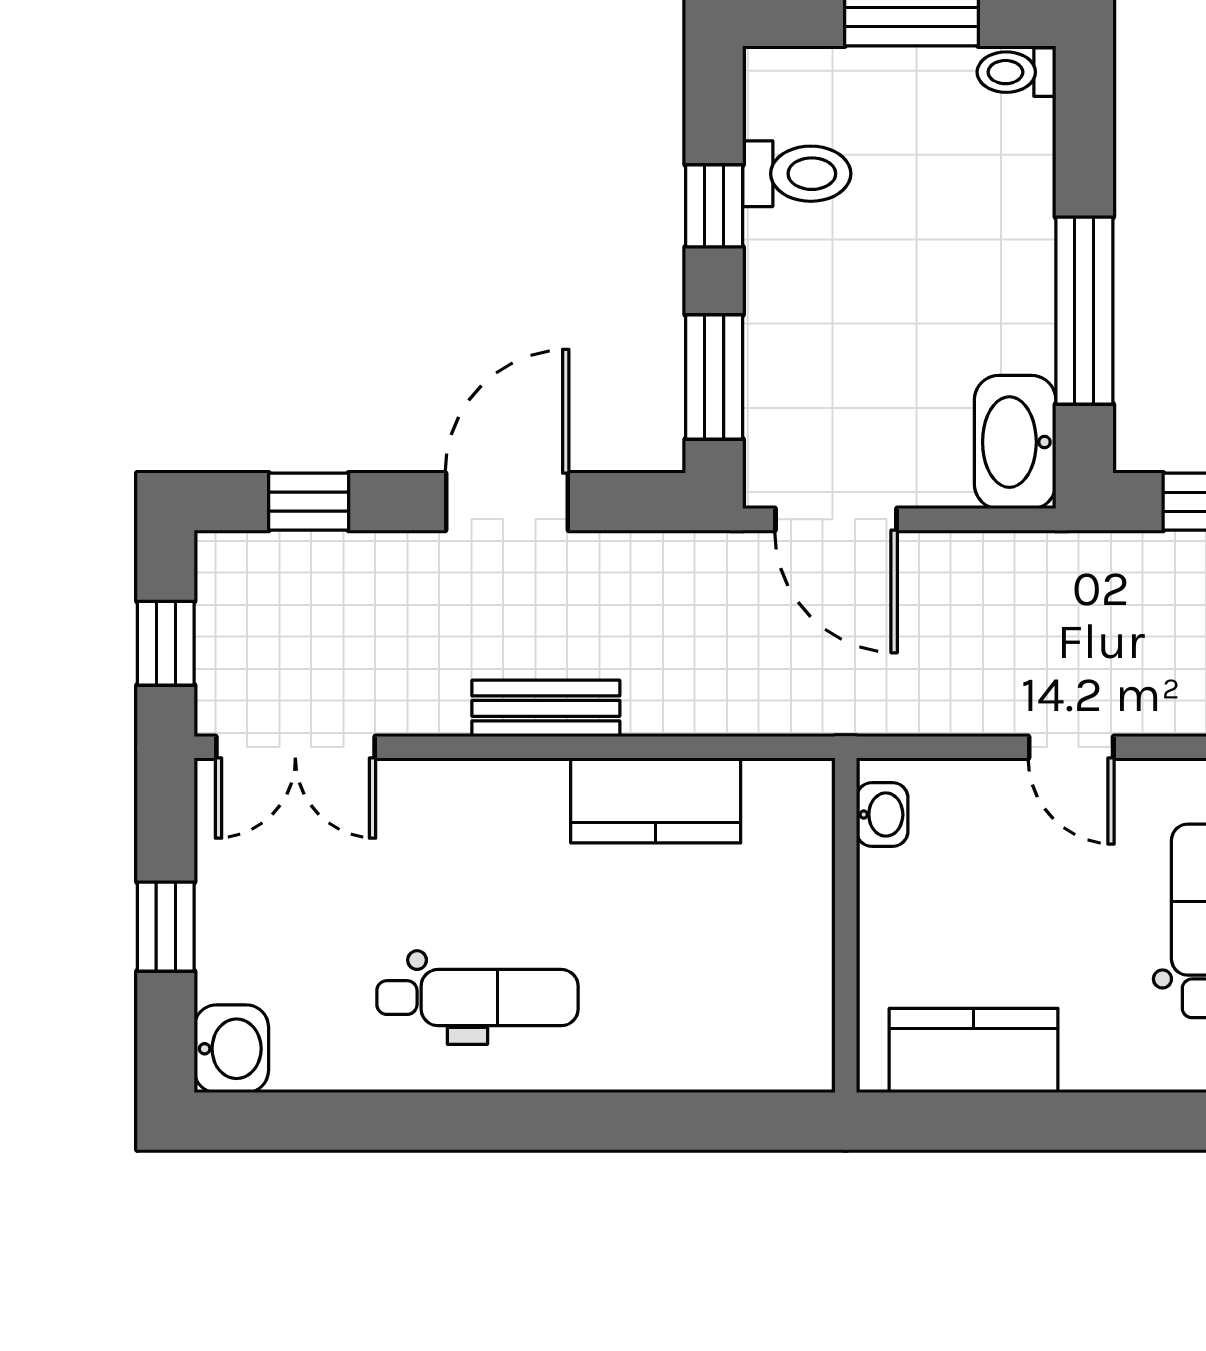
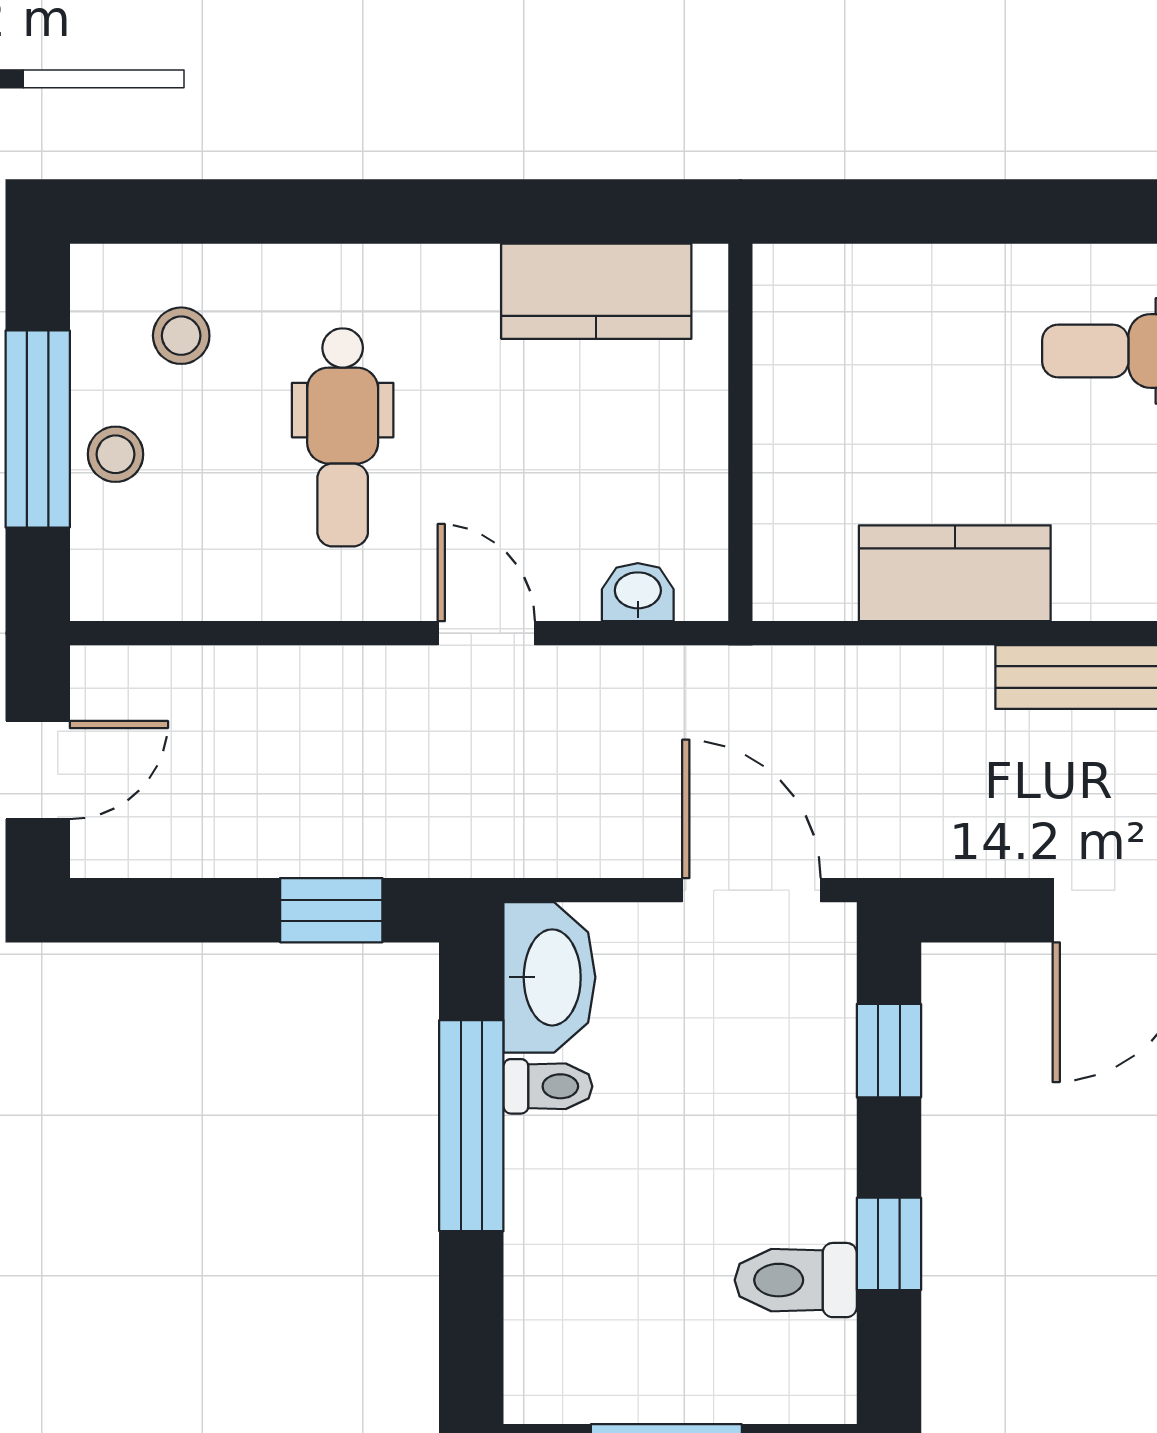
toilet: (1016, 72) -> (548, 1086), moved
window: (714, 377) -> (889, 1051), width x0.67
washbasin: (882, 815) -> (638, 592), moved, turned 90

